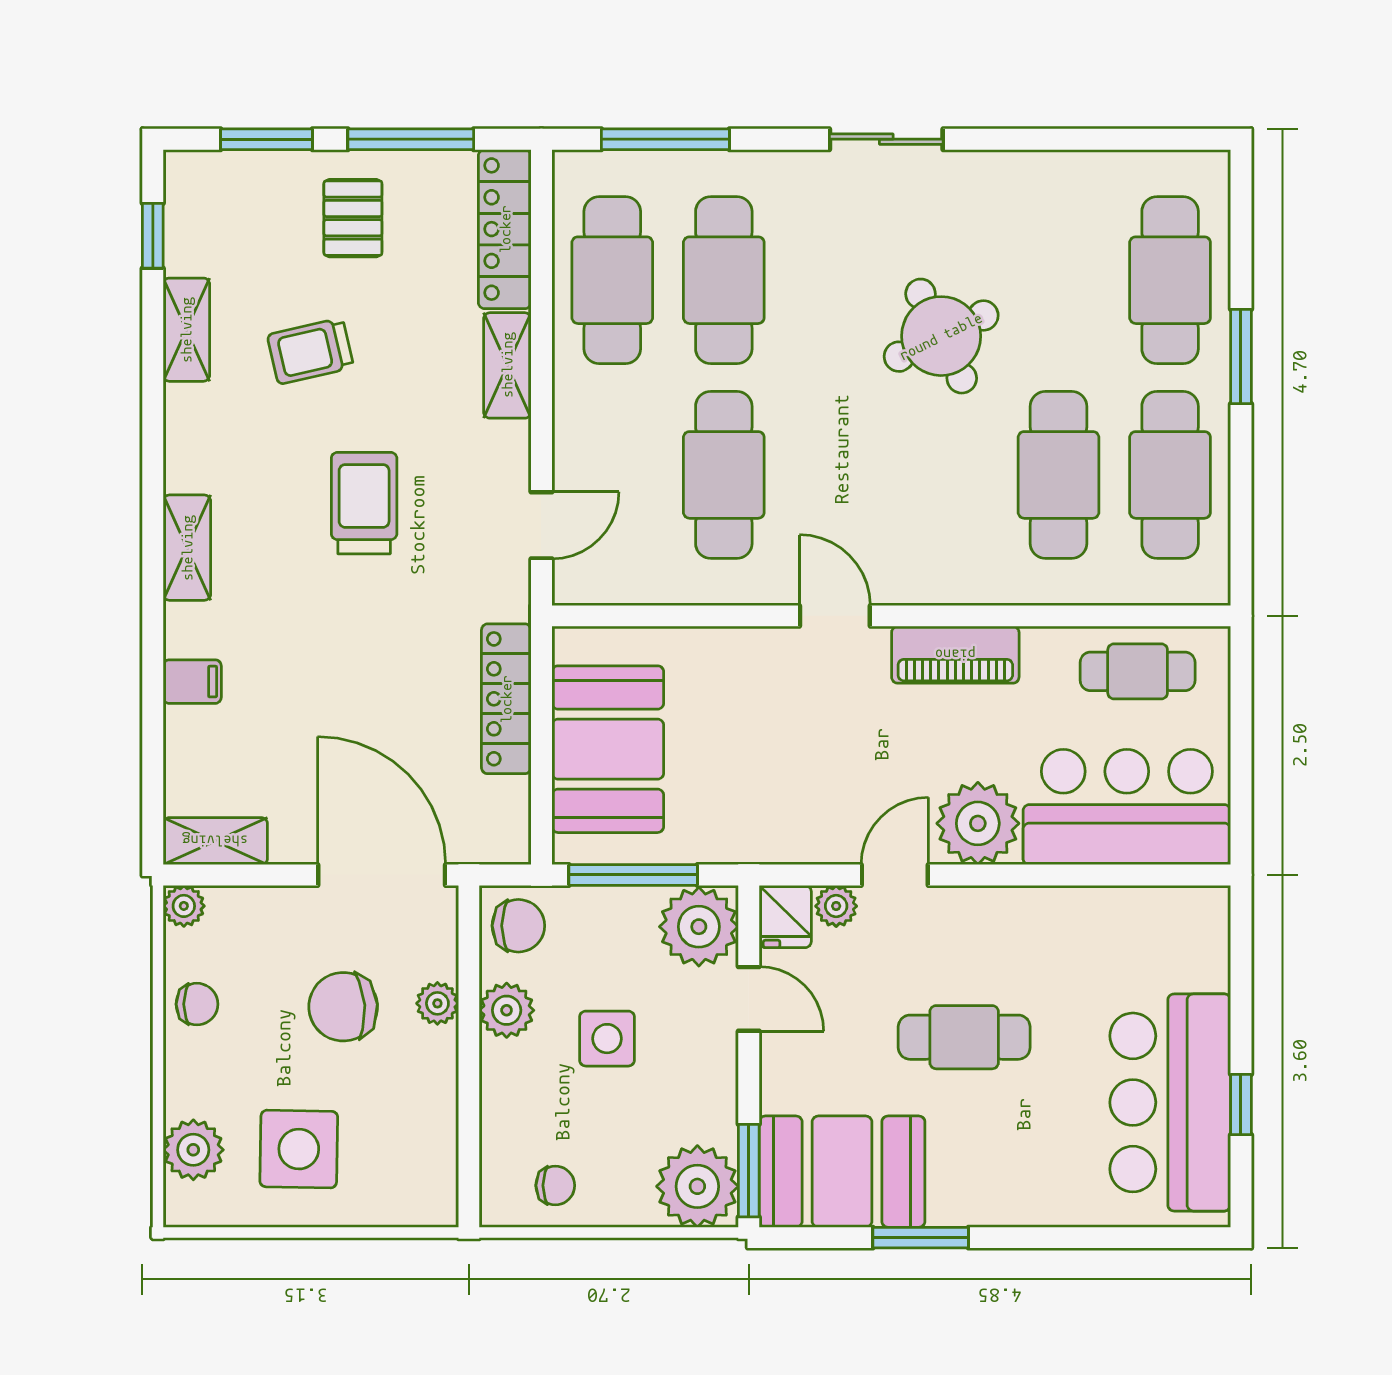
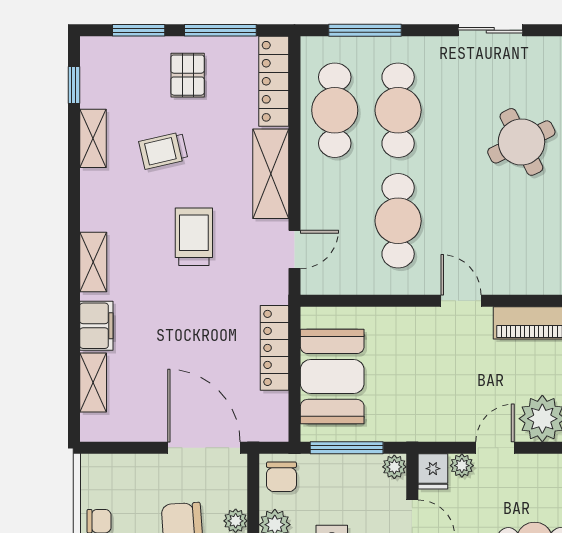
shelving: (507, 365) -> (271, 174), width x1.50, depth x1.33
filing cabinet: (192, 682) -> (96, 326), width x2.00
shelving: (215, 841) -> (93, 382), moved, turned 90
plant: (184, 906) -> (92, 465), removed
chair: (518, 926) -> (281, 477), turned 90
plant: (699, 927) -> (394, 467), width x0.53, depth x0.53

